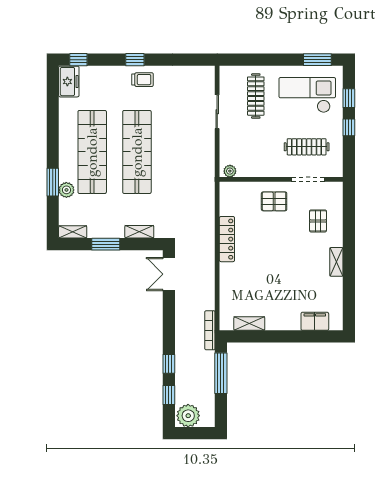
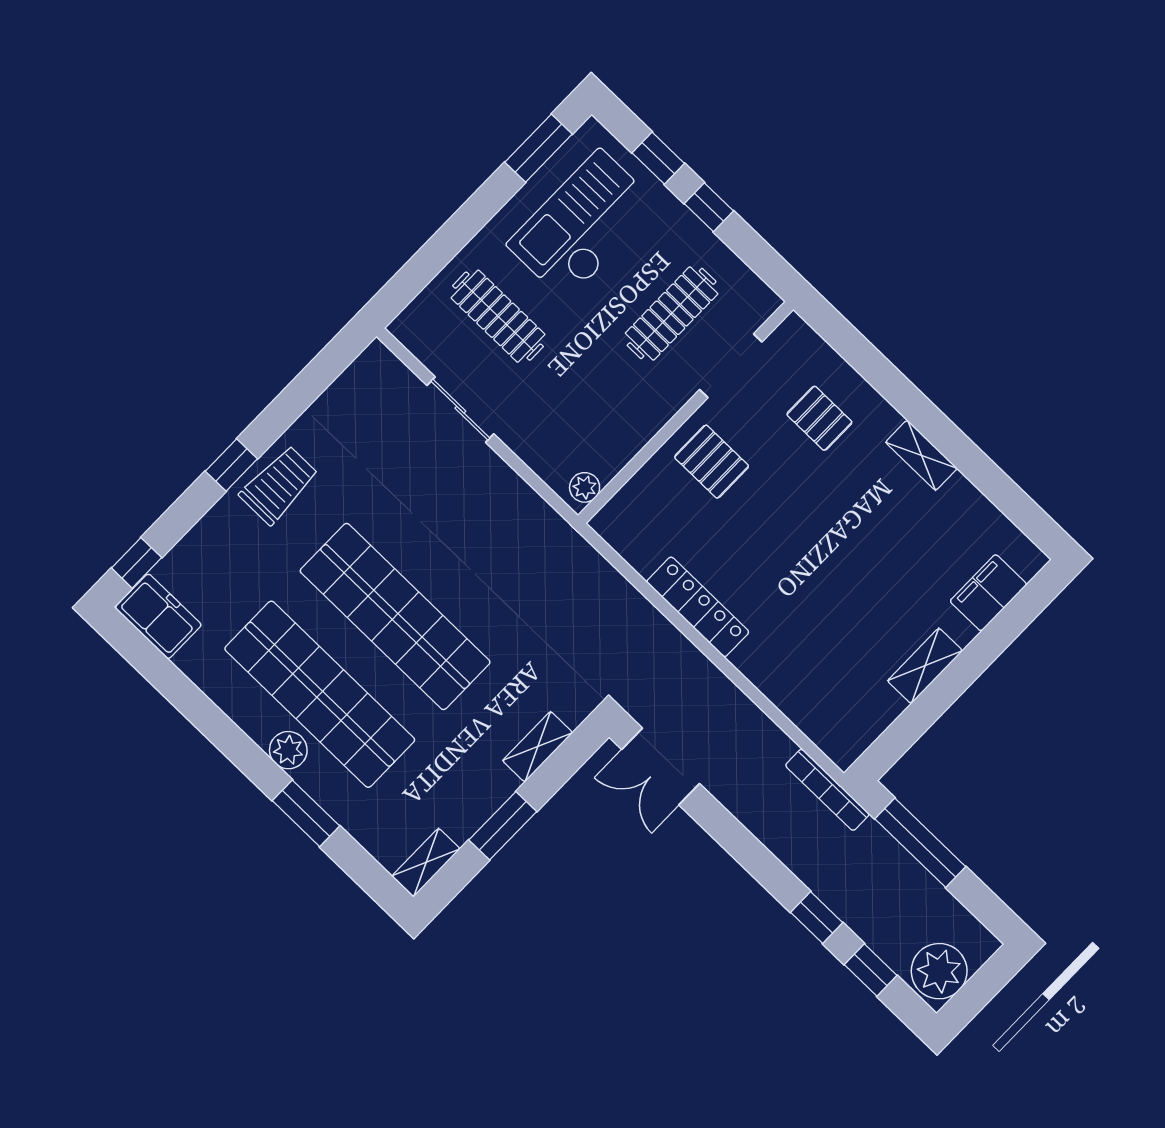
trolley: (143, 80) -> (279, 485), width x1.36, depth x1.39
plant: (66, 190) -> (288, 750), moved
pallet: (274, 201) -> (712, 462), turned 90
shelving: (249, 324) -> (925, 666), moved

